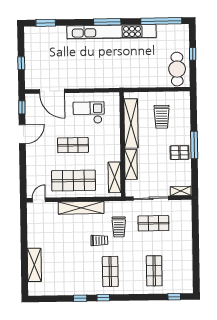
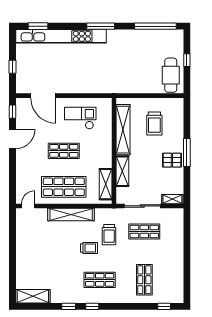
kitchen unit: (112, 32) -> (61, 36), moved
shelving: (34, 265) -> (33, 296), moved, turned 90
shop shelf: (110, 272) -> (100, 280), turned 90

